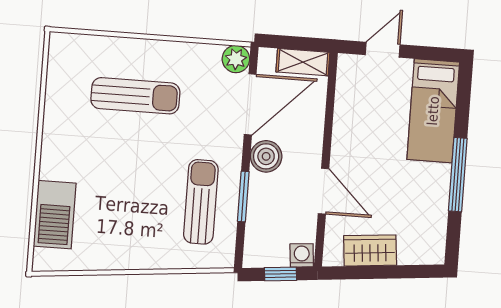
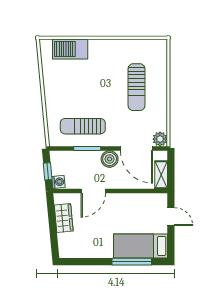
window: (458, 175) -> (132, 262), moved
sun lounger: (201, 202) -> (83, 126), turned 180

